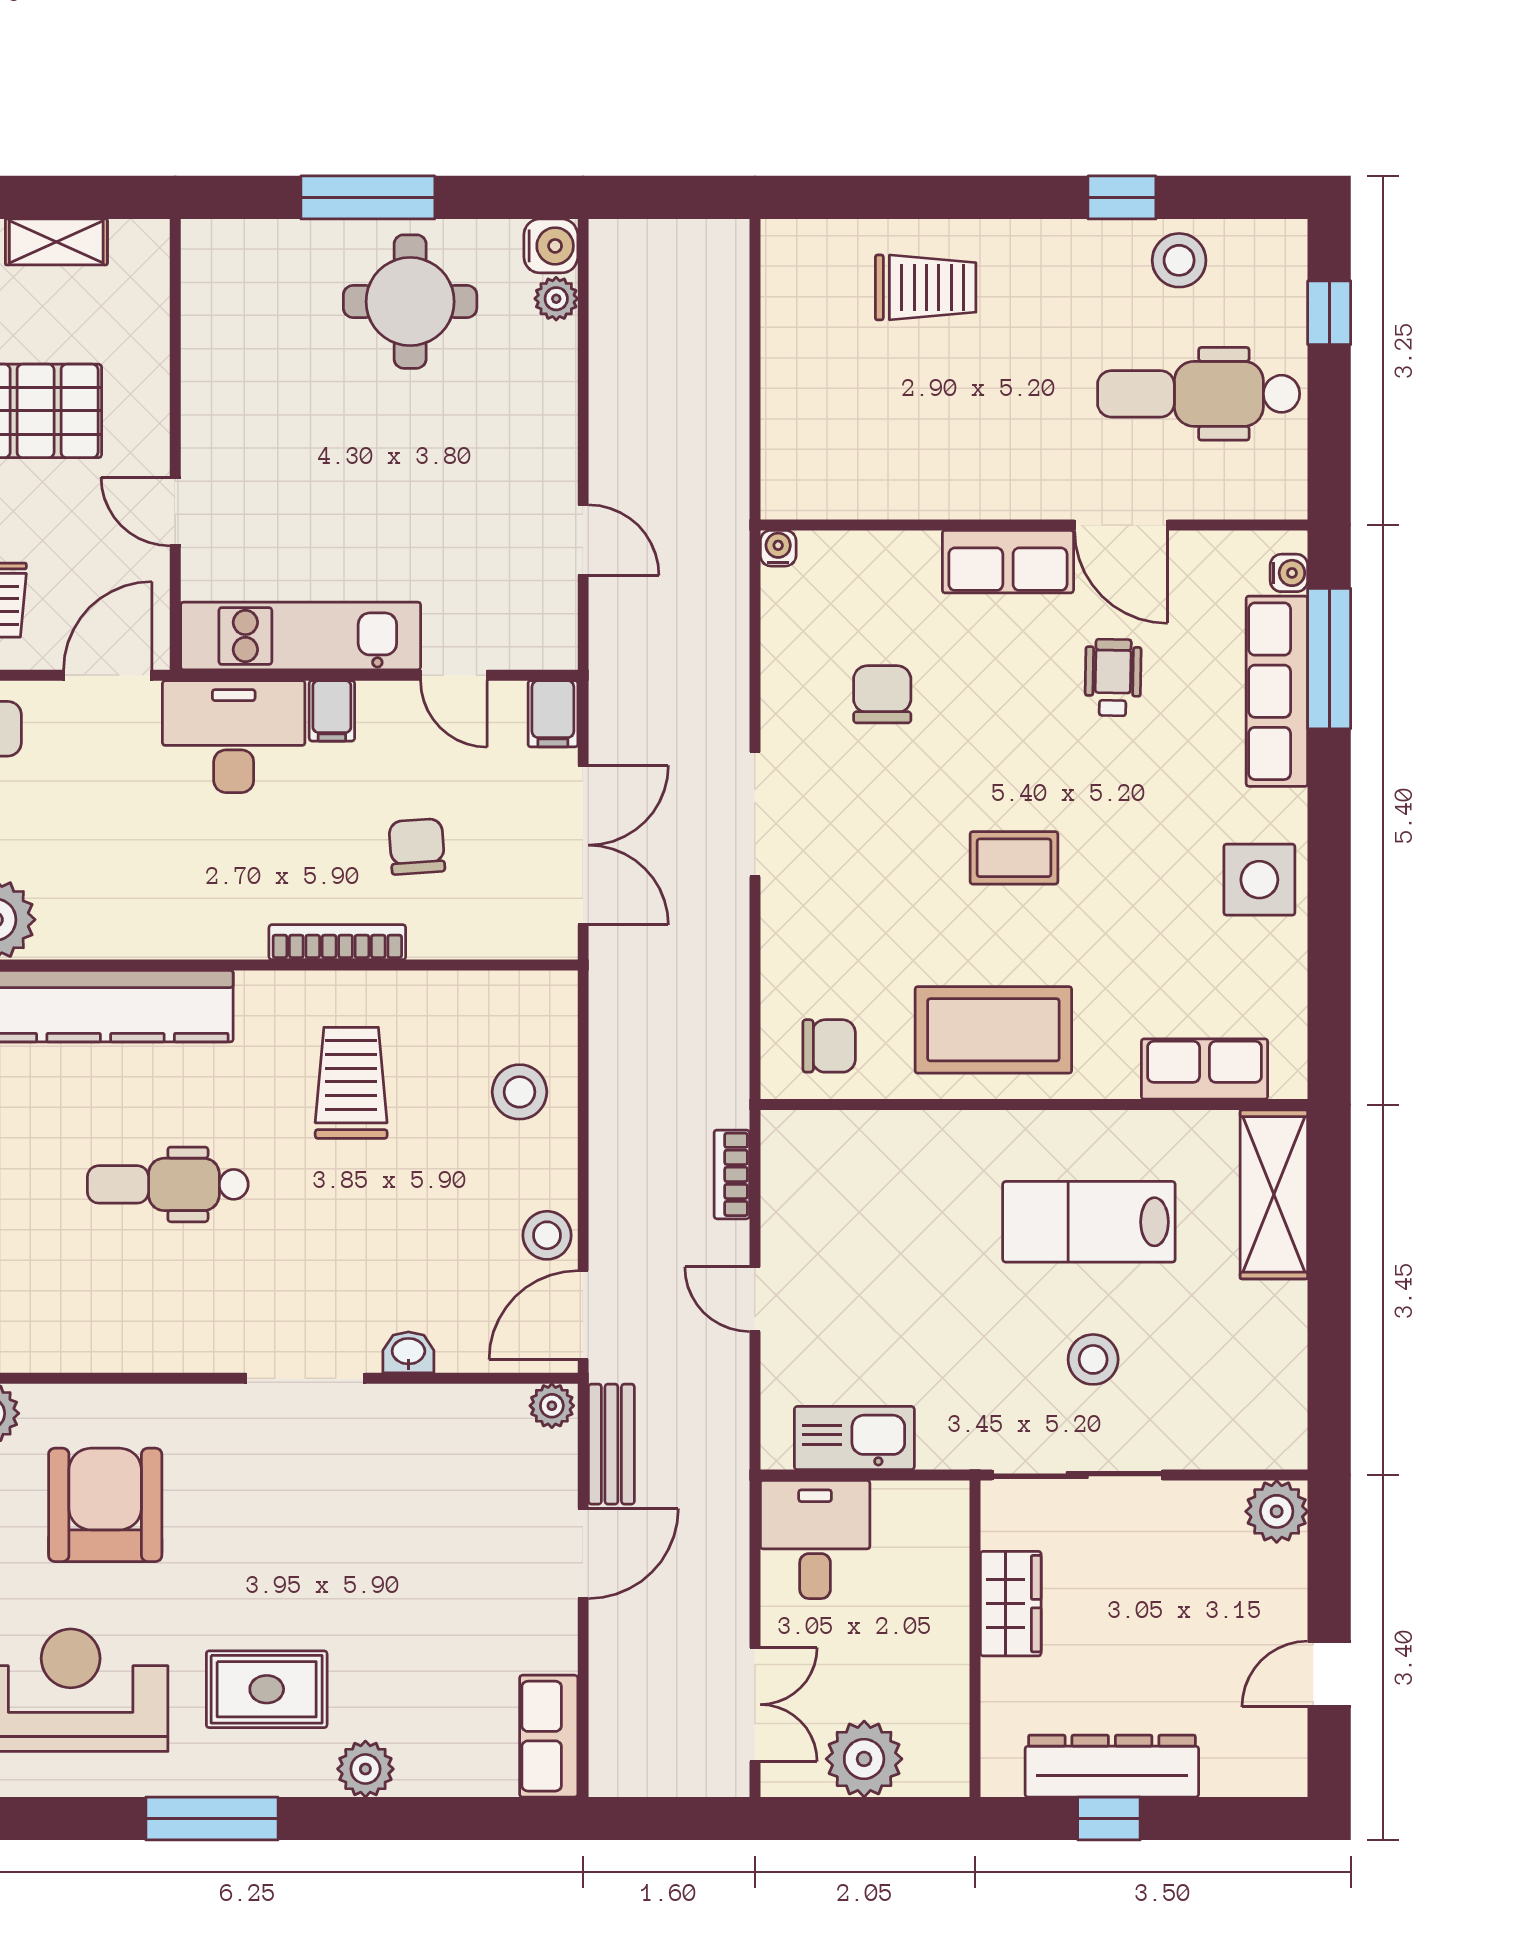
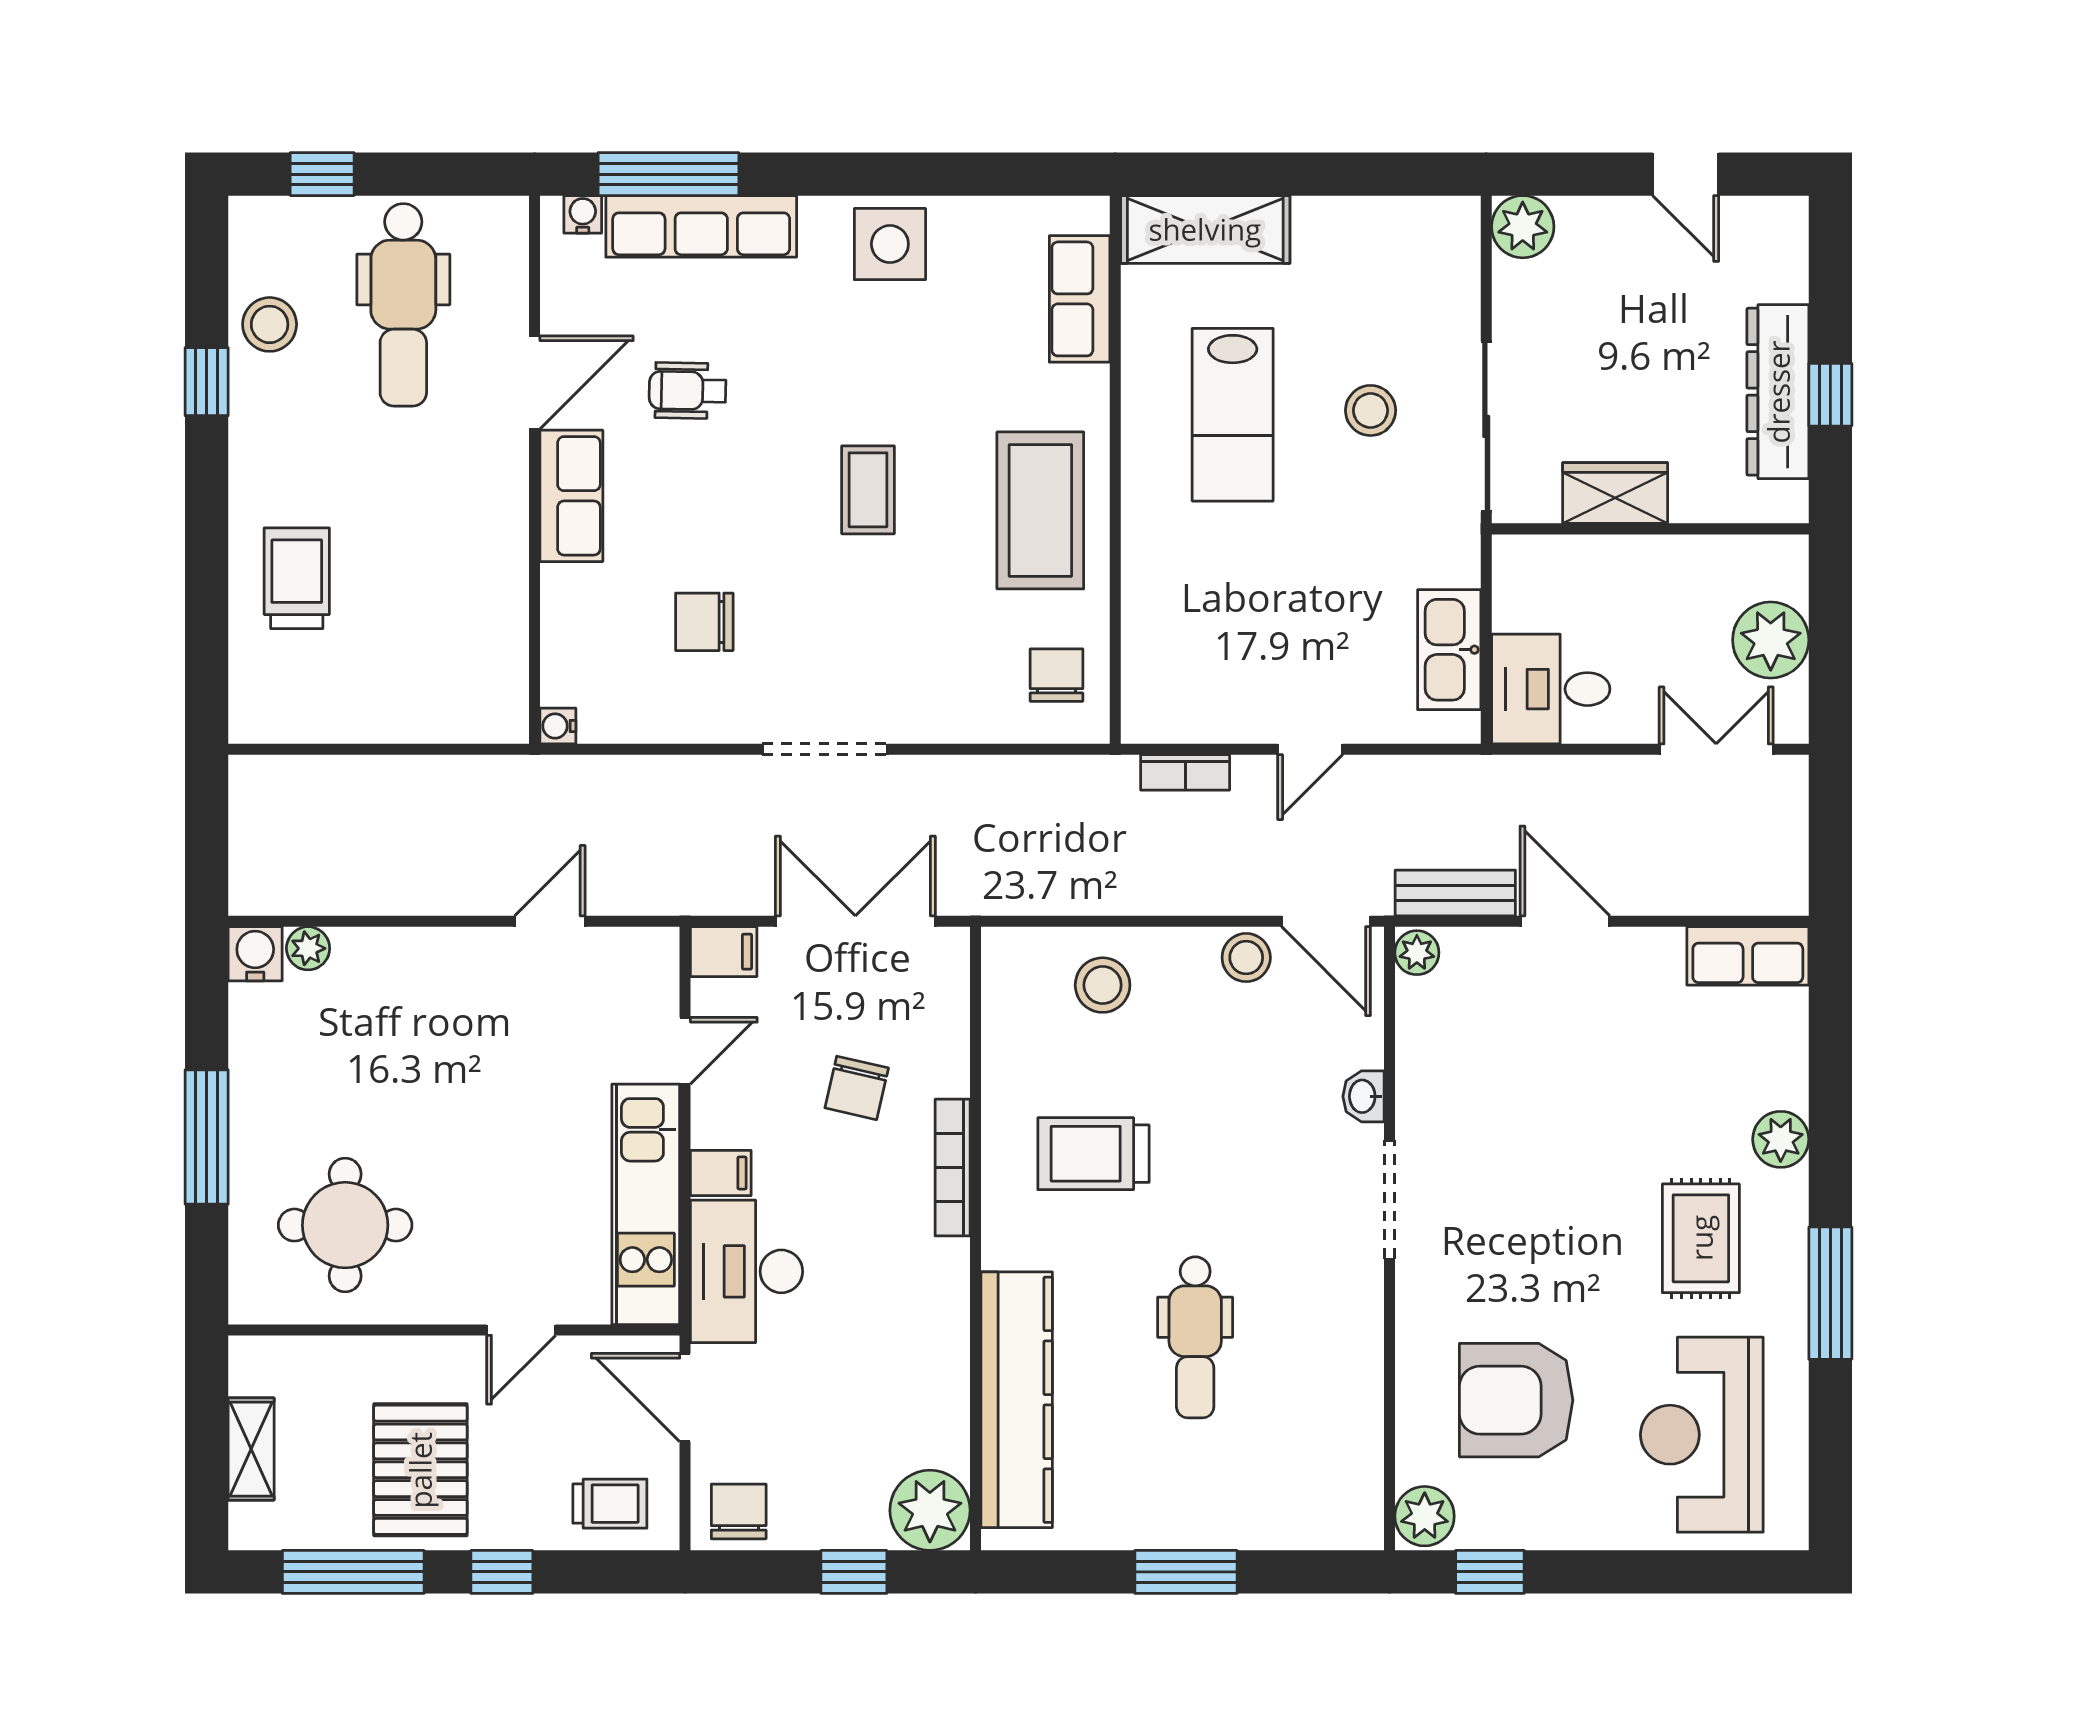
round table: (410, 302) -> (345, 1225), moved
chair: (417, 846) -> (857, 1088), turned -73

